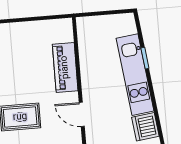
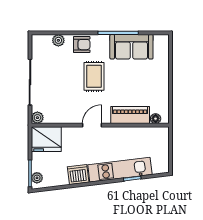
floor lamp: (67, 35) -> (156, 119), added

